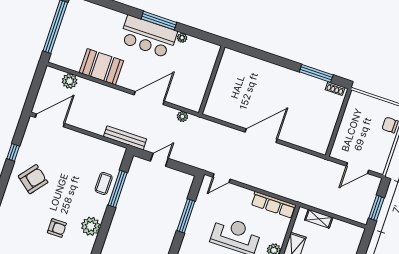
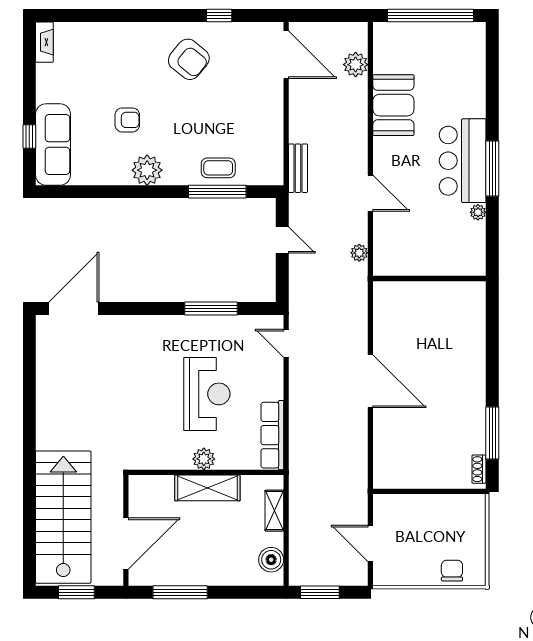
door: (149, 98) -> (370, 193), width x0.73
bench: (125, 138) -> (298, 168), width x0.73
armchair: (57, 228) -> (127, 120), turned -90
boiler: (347, 230) -> (271, 560), added

